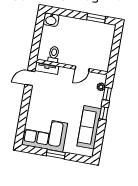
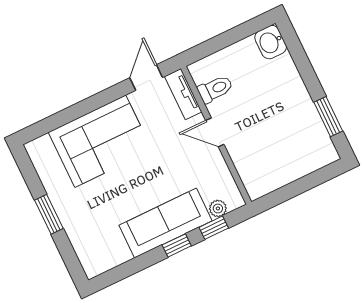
door: (82, 69) -> (215, 132), moved
door: (30, 78) -> (146, 78), hinge flipped
sofa: (89, 127) -> (166, 223), moved
corner sofa: (45, 134) -> (100, 141), moved, turned 90

